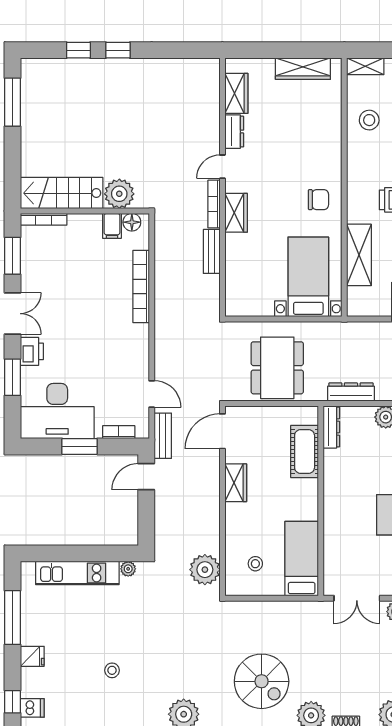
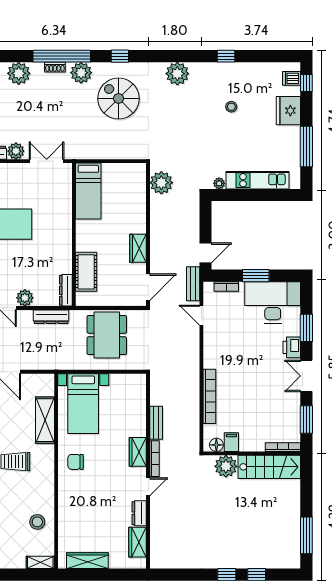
stool: (255, 564) -> (123, 187), removed
fridge: (32, 656) -> (288, 111), width x1.88, depth x1.34

